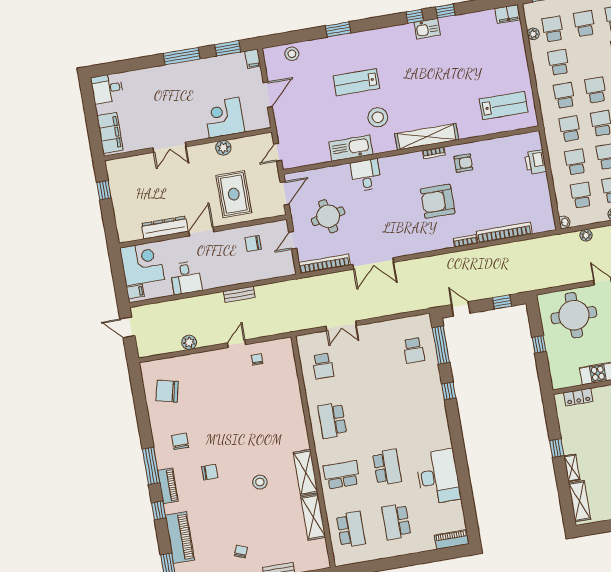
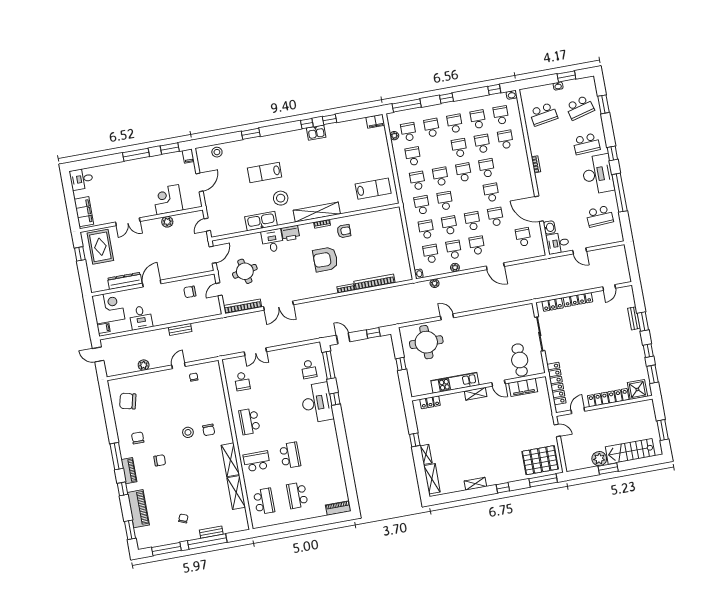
printer: (535, 162) -> (290, 233), moved, turned -90
rug: (234, 194) -> (100, 247), moved
chair: (277, 431) -> (209, 430), added
desk: (438, 477) -> (317, 403), moved
stool: (260, 482) -> (188, 432), moved

